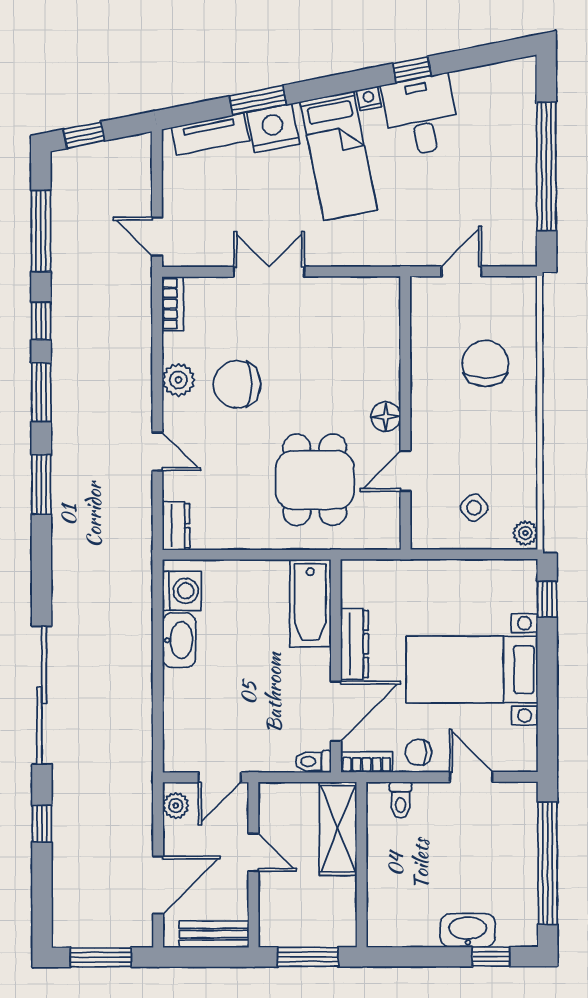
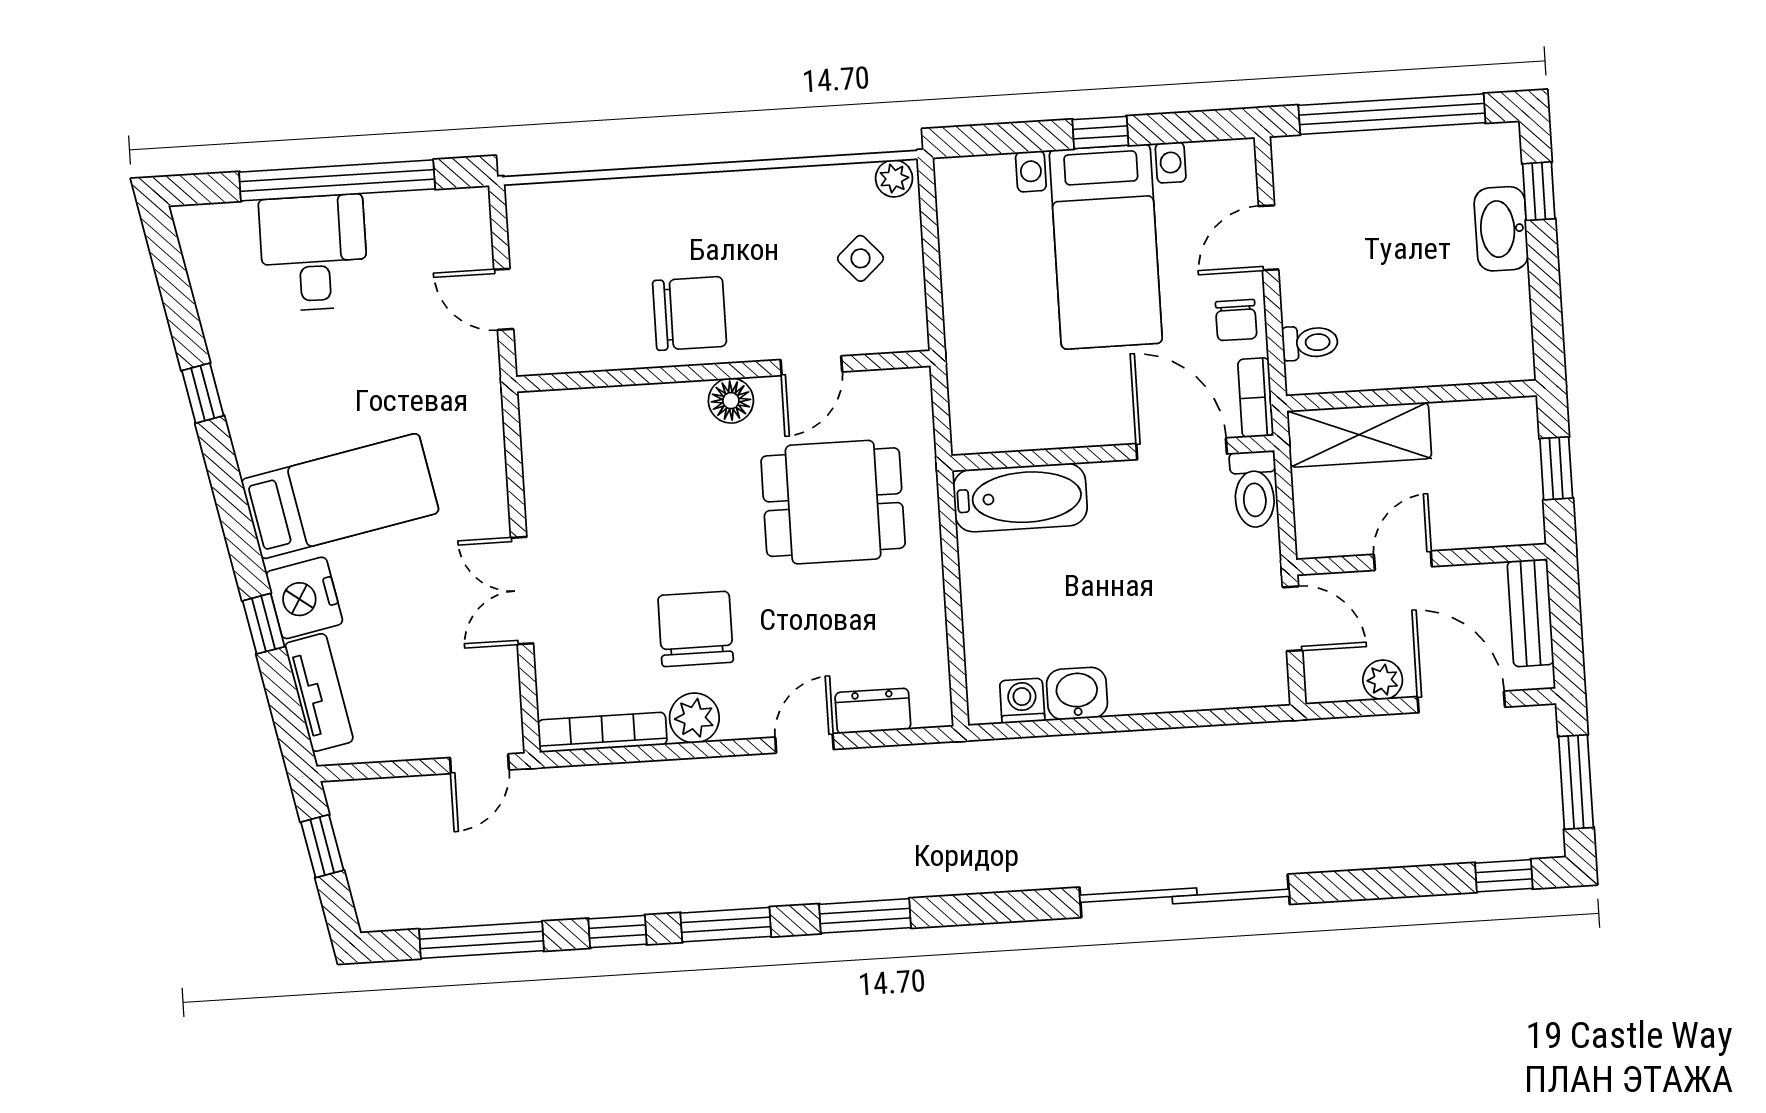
nightstand: (369, 98) -> (250, 456), removed
window: (258, 100) -> (264, 624), width x0.67
desk: (421, 115) -> (314, 253), moved, turned 101
window: (84, 135) -> (322, 846), moved
bookcase: (173, 304) -> (602, 732), width x1.56
chair: (485, 363) -> (690, 313), moved, turned 180
chair: (237, 384) -> (696, 629), turned 180
door: (405, 471) -> (811, 366), hinge flipped
dresser: (176, 526) -> (873, 711), moved
washing machine: (182, 591) -> (1022, 701), width x0.73, depth x0.73
window: (547, 599) -> (1100, 132), moved
washbasin: (179, 640) -> (1077, 694), width x0.72
dresser: (354, 644) -> (1078, 427), removed
toilet: (313, 761) -> (1254, 489), width x1.37, depth x1.39
plant: (176, 806) -> (1383, 680), moved
window: (42, 824) -> (1504, 876), moved
window: (308, 957) -> (1556, 468), width x0.67

